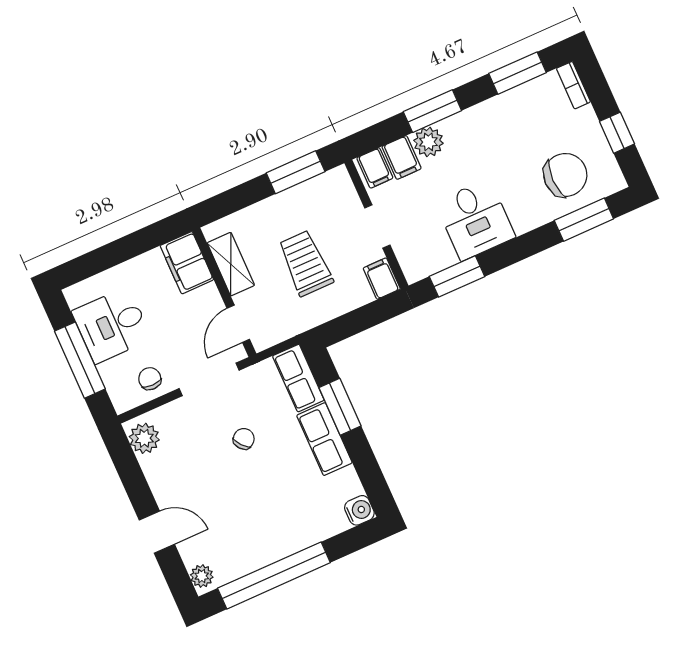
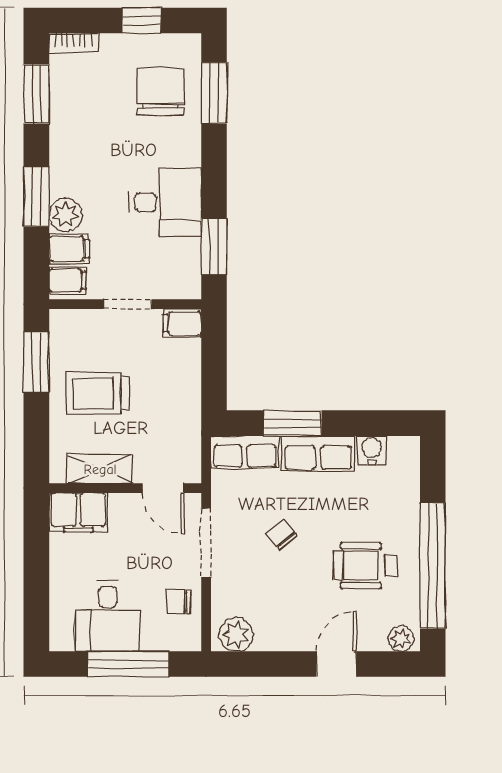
trolley: (305, 263) -> (98, 393), moved
water cooler: (359, 510) -> (372, 450), moved
wheelchair: (249, 520) -> (366, 566), added

